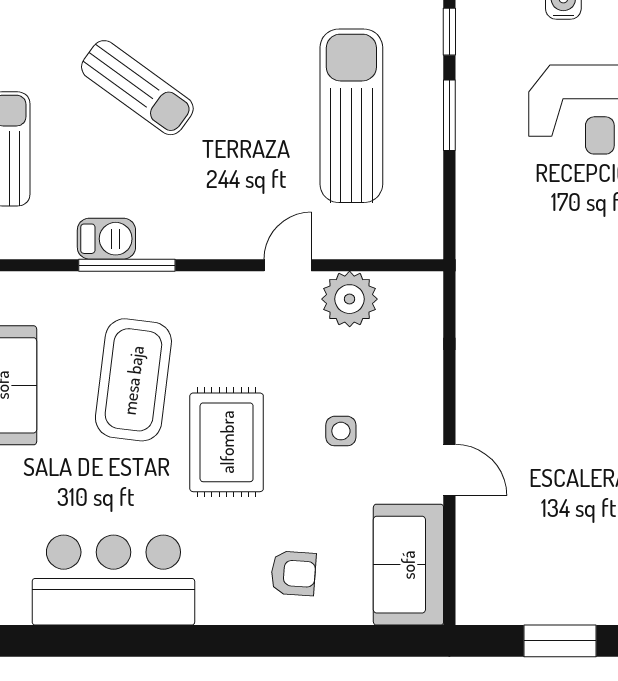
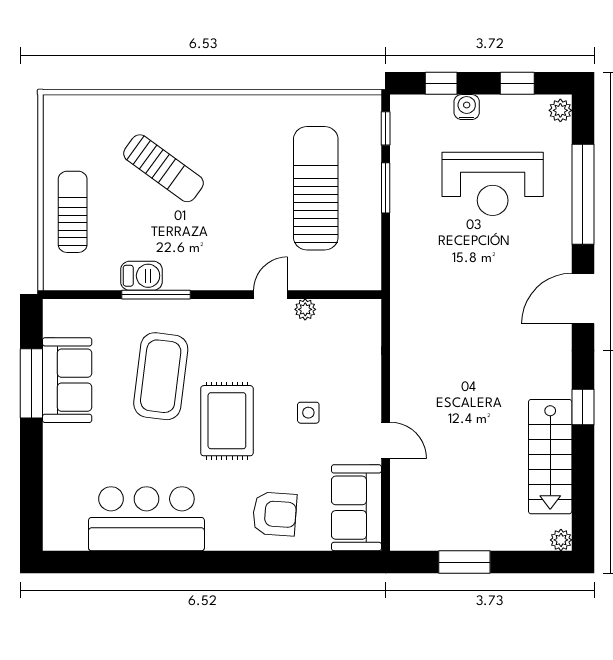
plant: (350, 299) -> (305, 309), width x0.53, depth x0.53
armchair: (293, 573) -> (275, 514), width x1.38, depth x1.38

